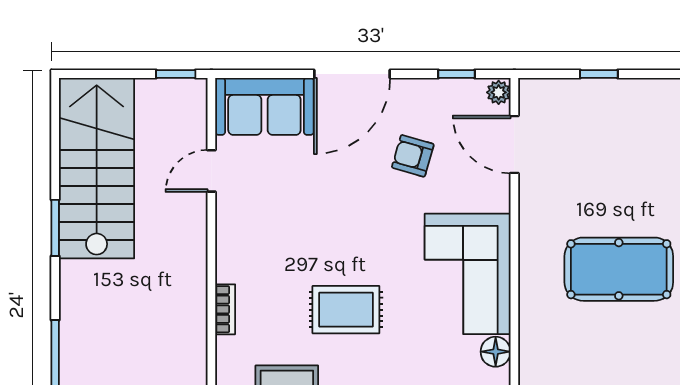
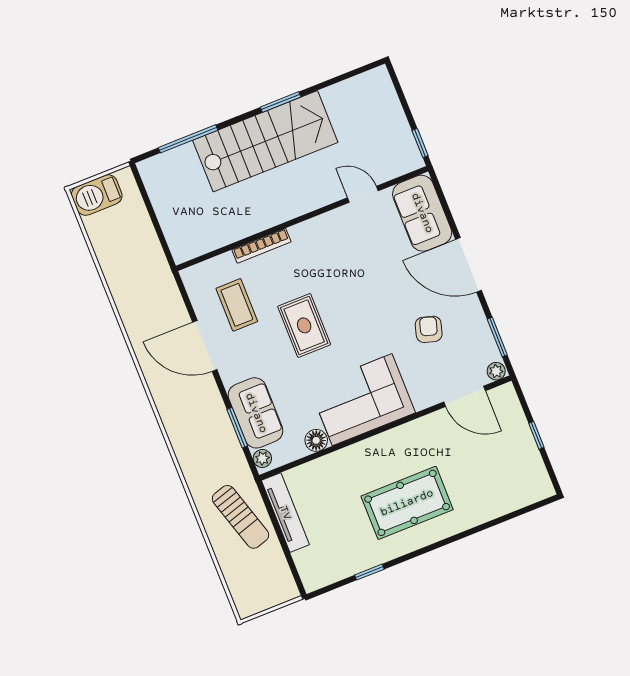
window: (457, 74) -> (497, 337), width x1.50
door: (514, 144) -> (465, 396), swing flipped
stairs: (97, 168) -> (265, 141), moved
pool table: (619, 269) -> (407, 503), turned 90
bookcase: (225, 309) -> (261, 246), width x1.56

